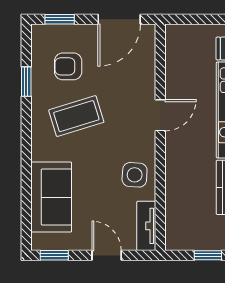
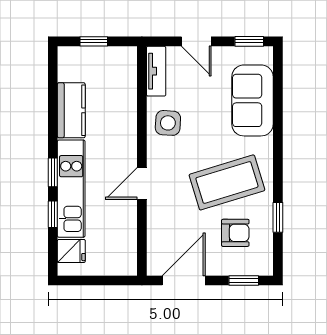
coffee table: (76, 116) -> (227, 182), width x1.36, depth x1.32

